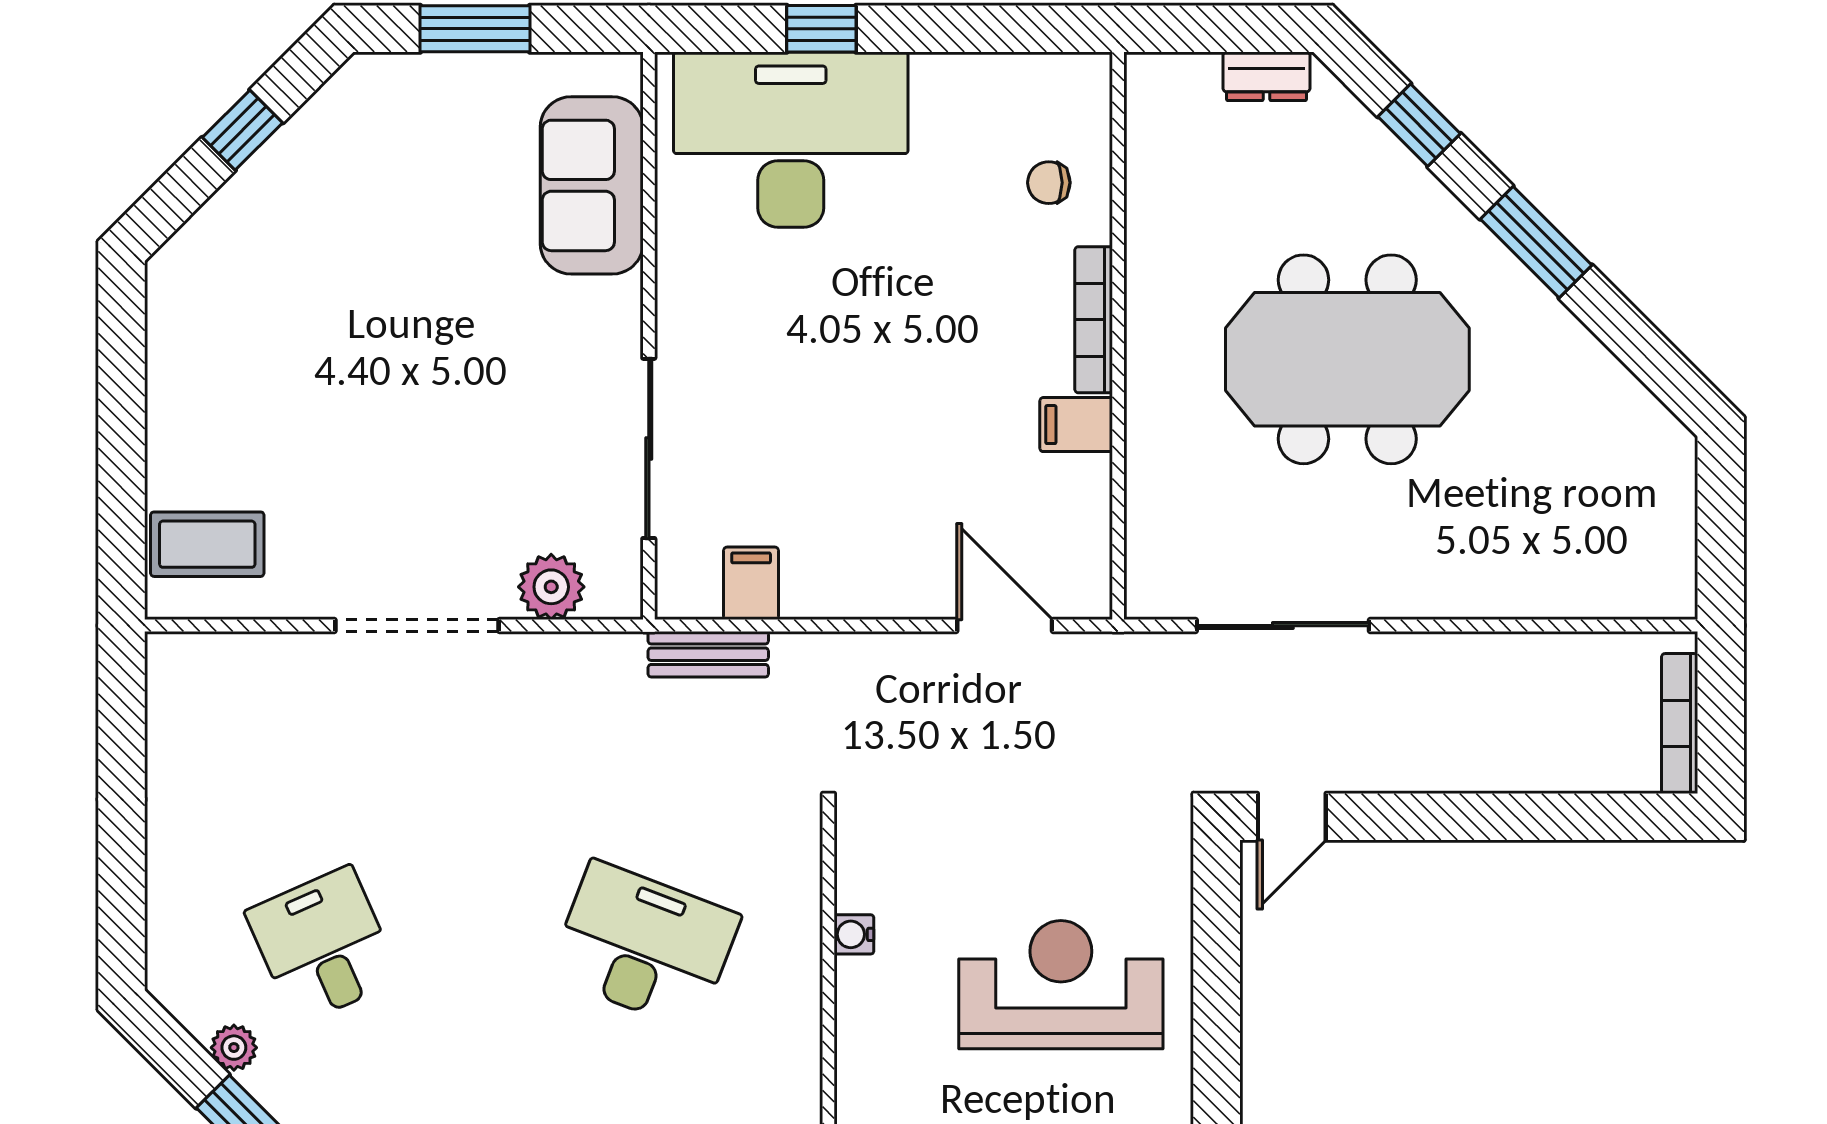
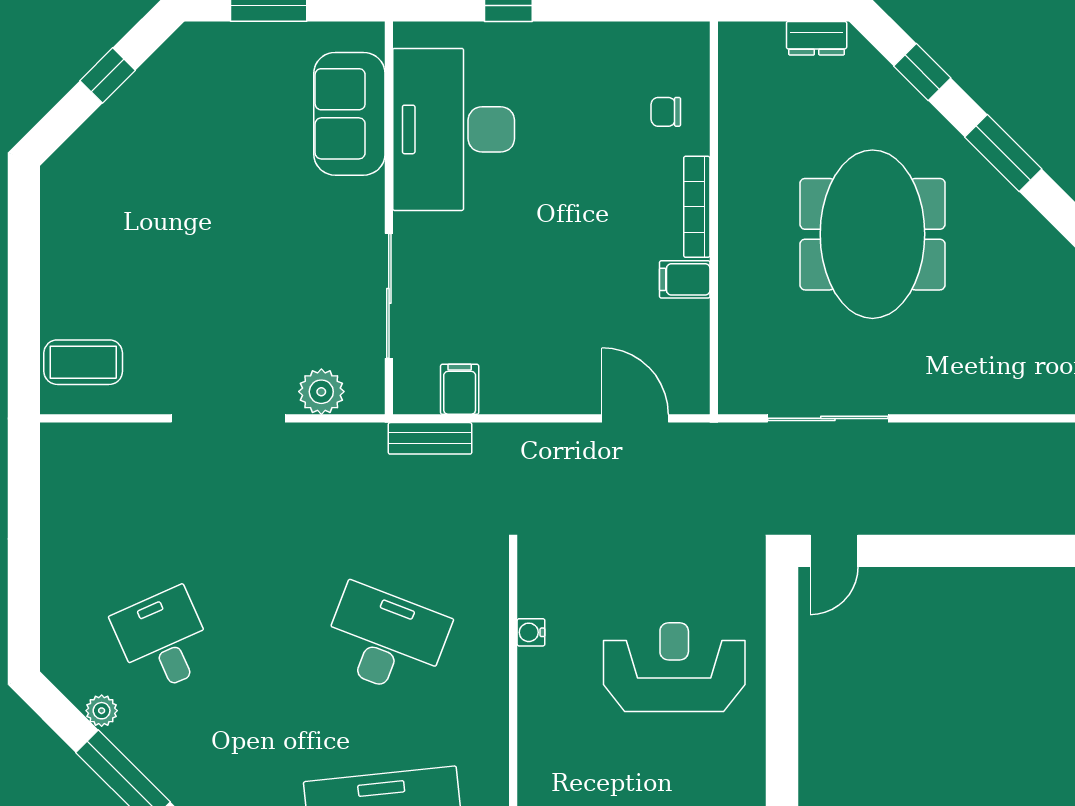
desk: (791, 140) -> (454, 129), moved, turned -90
meeting table: (1347, 359) -> (872, 234), turned 90

